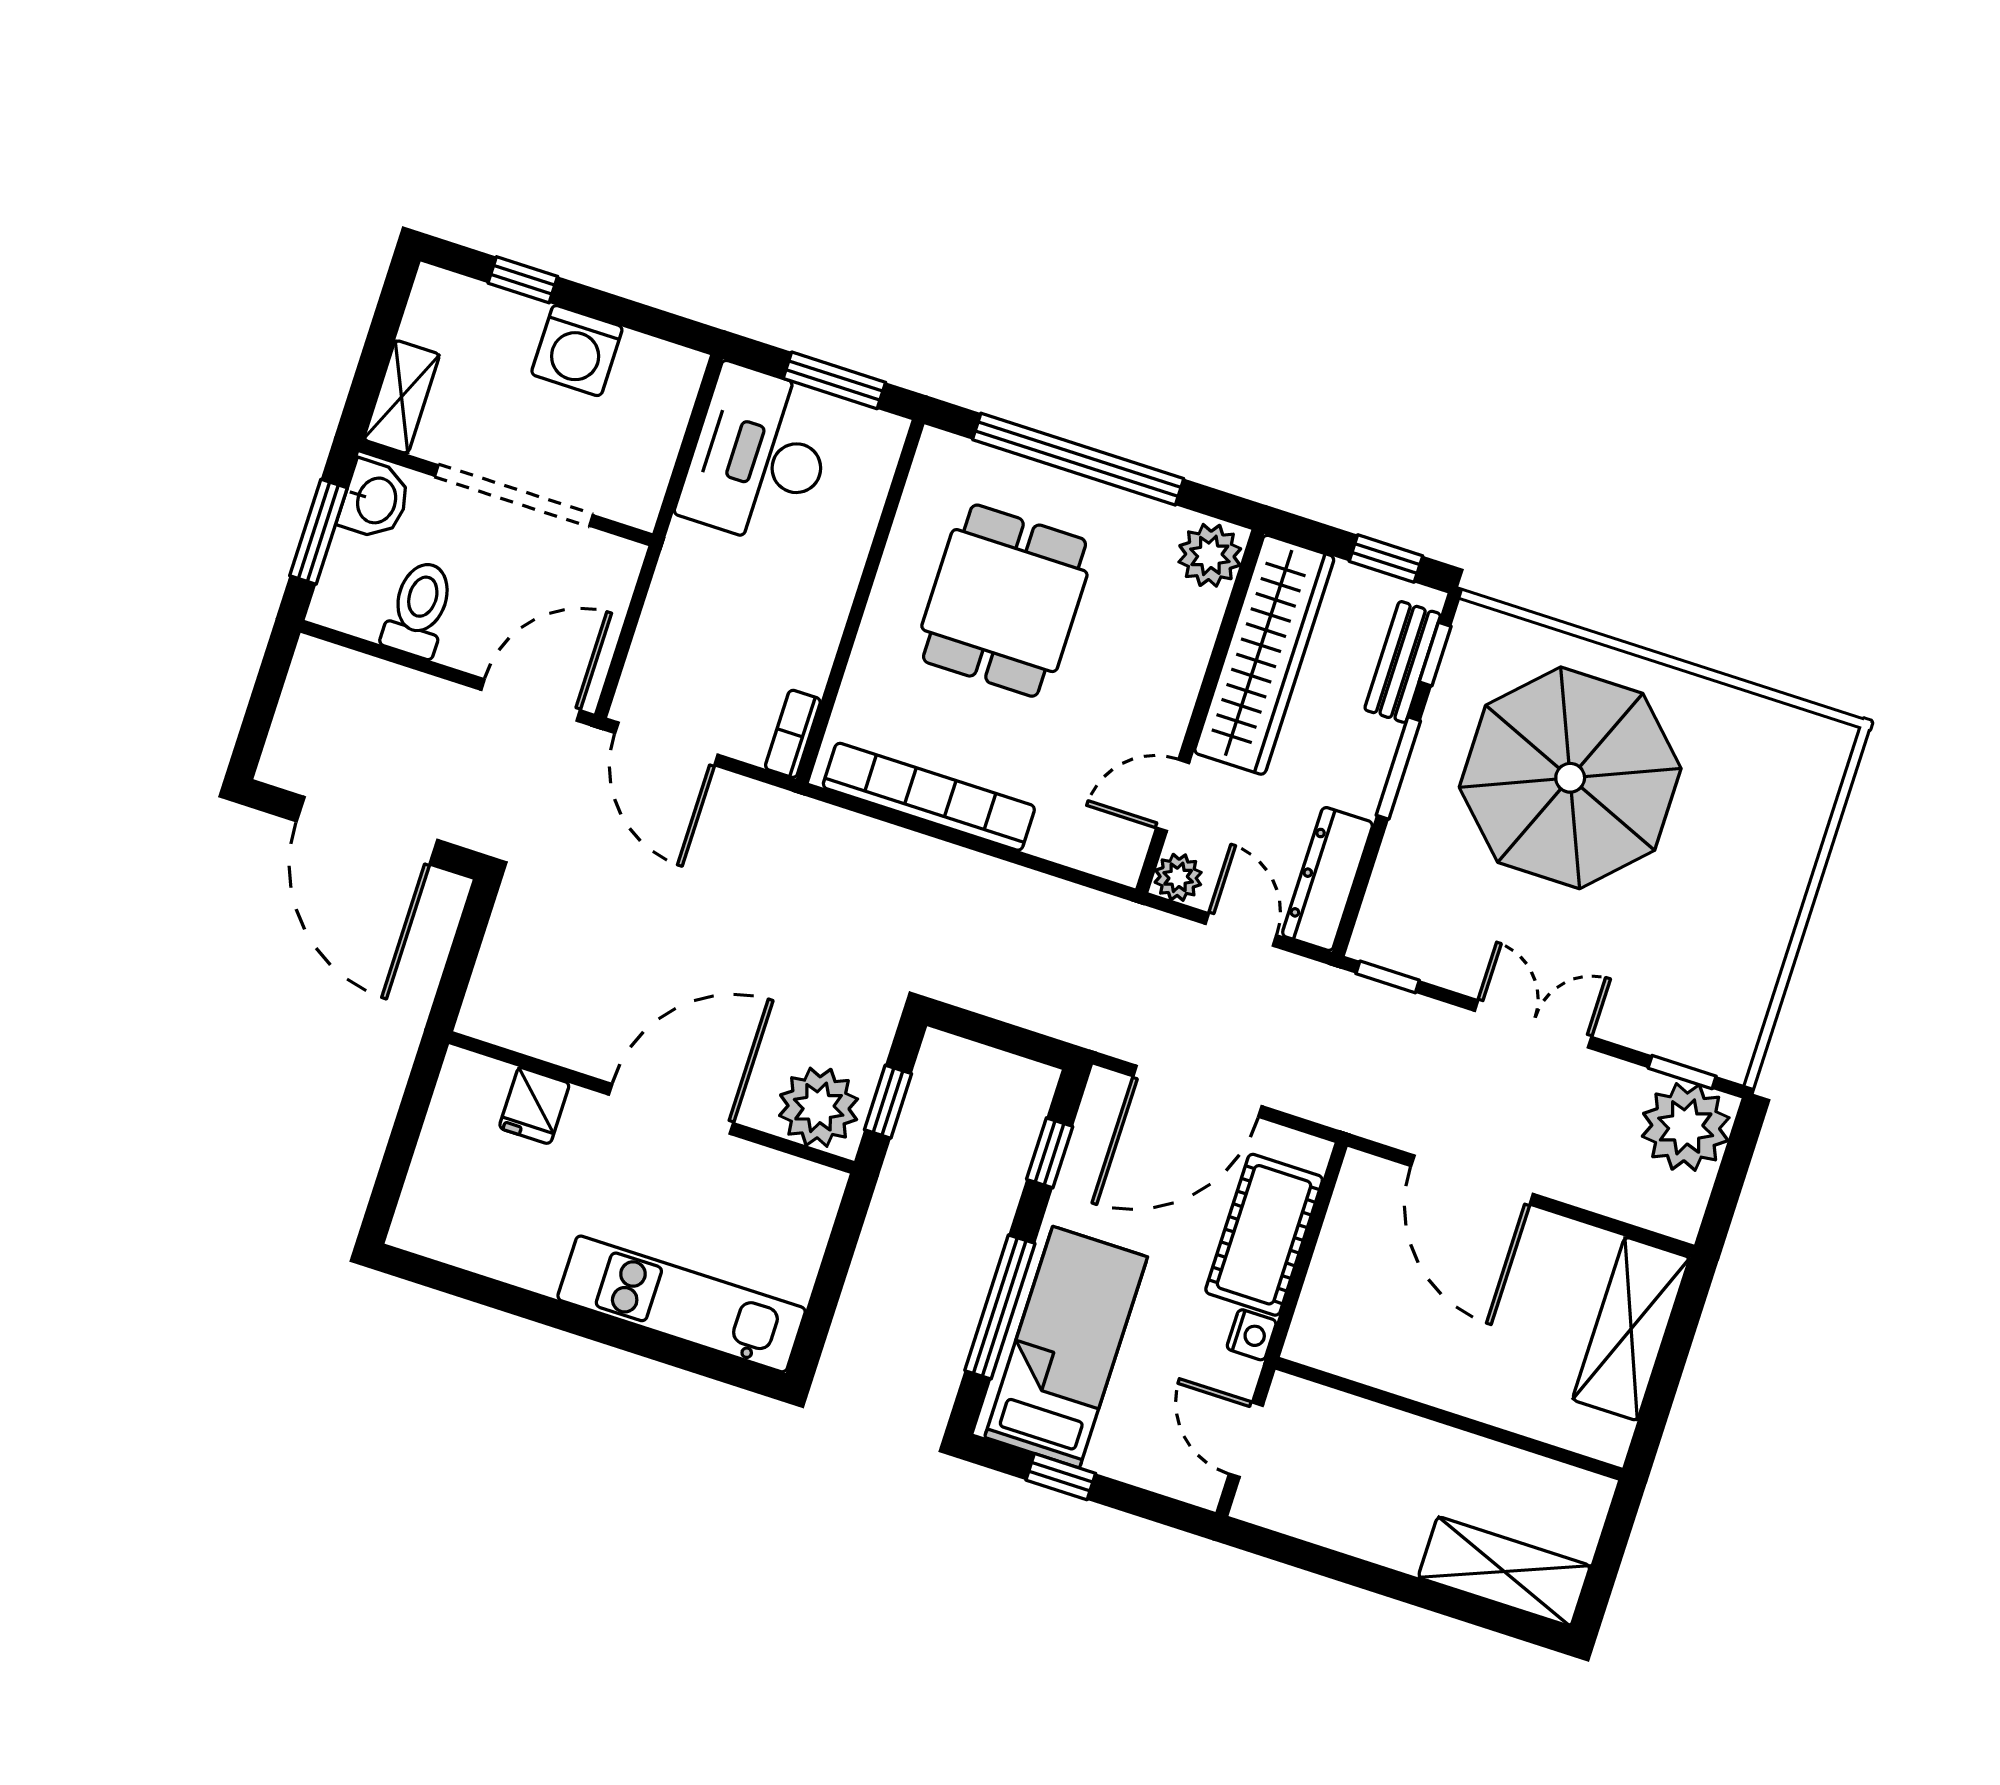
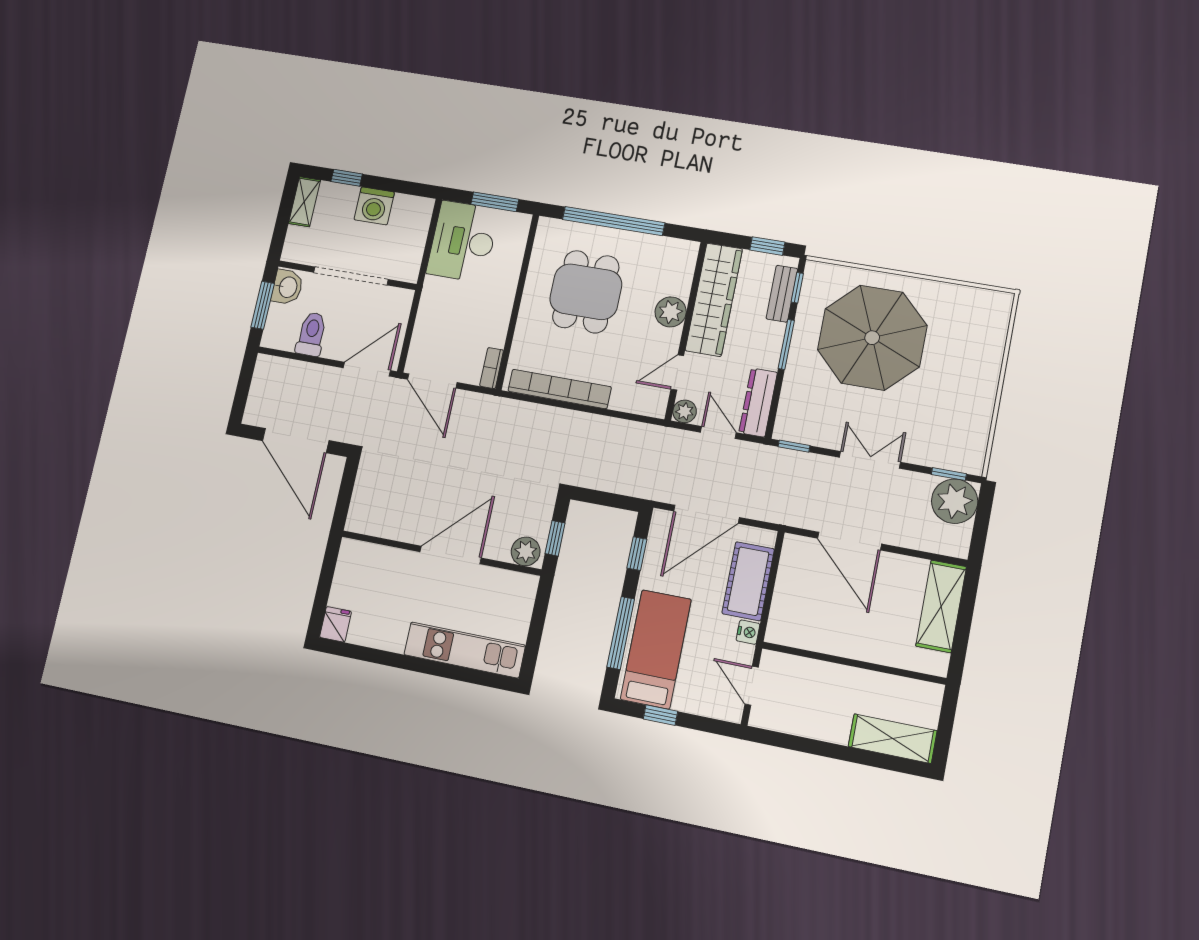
shelving: (402, 397) -> (304, 202), moved
plant: (1210, 555) -> (671, 312), moved
fridge: (534, 1106) -> (336, 624), moved, turned 180
plant: (819, 1107) -> (526, 551), width x0.73, depth x0.73

